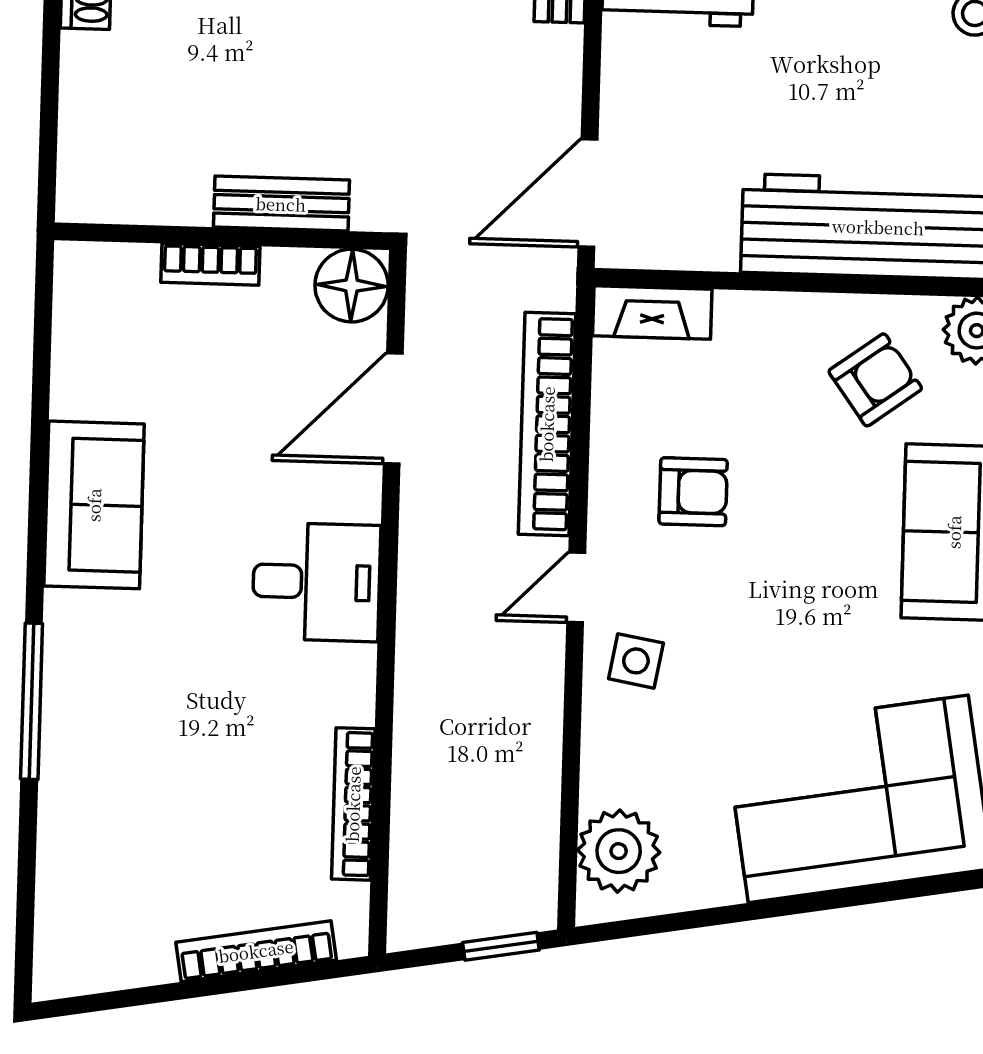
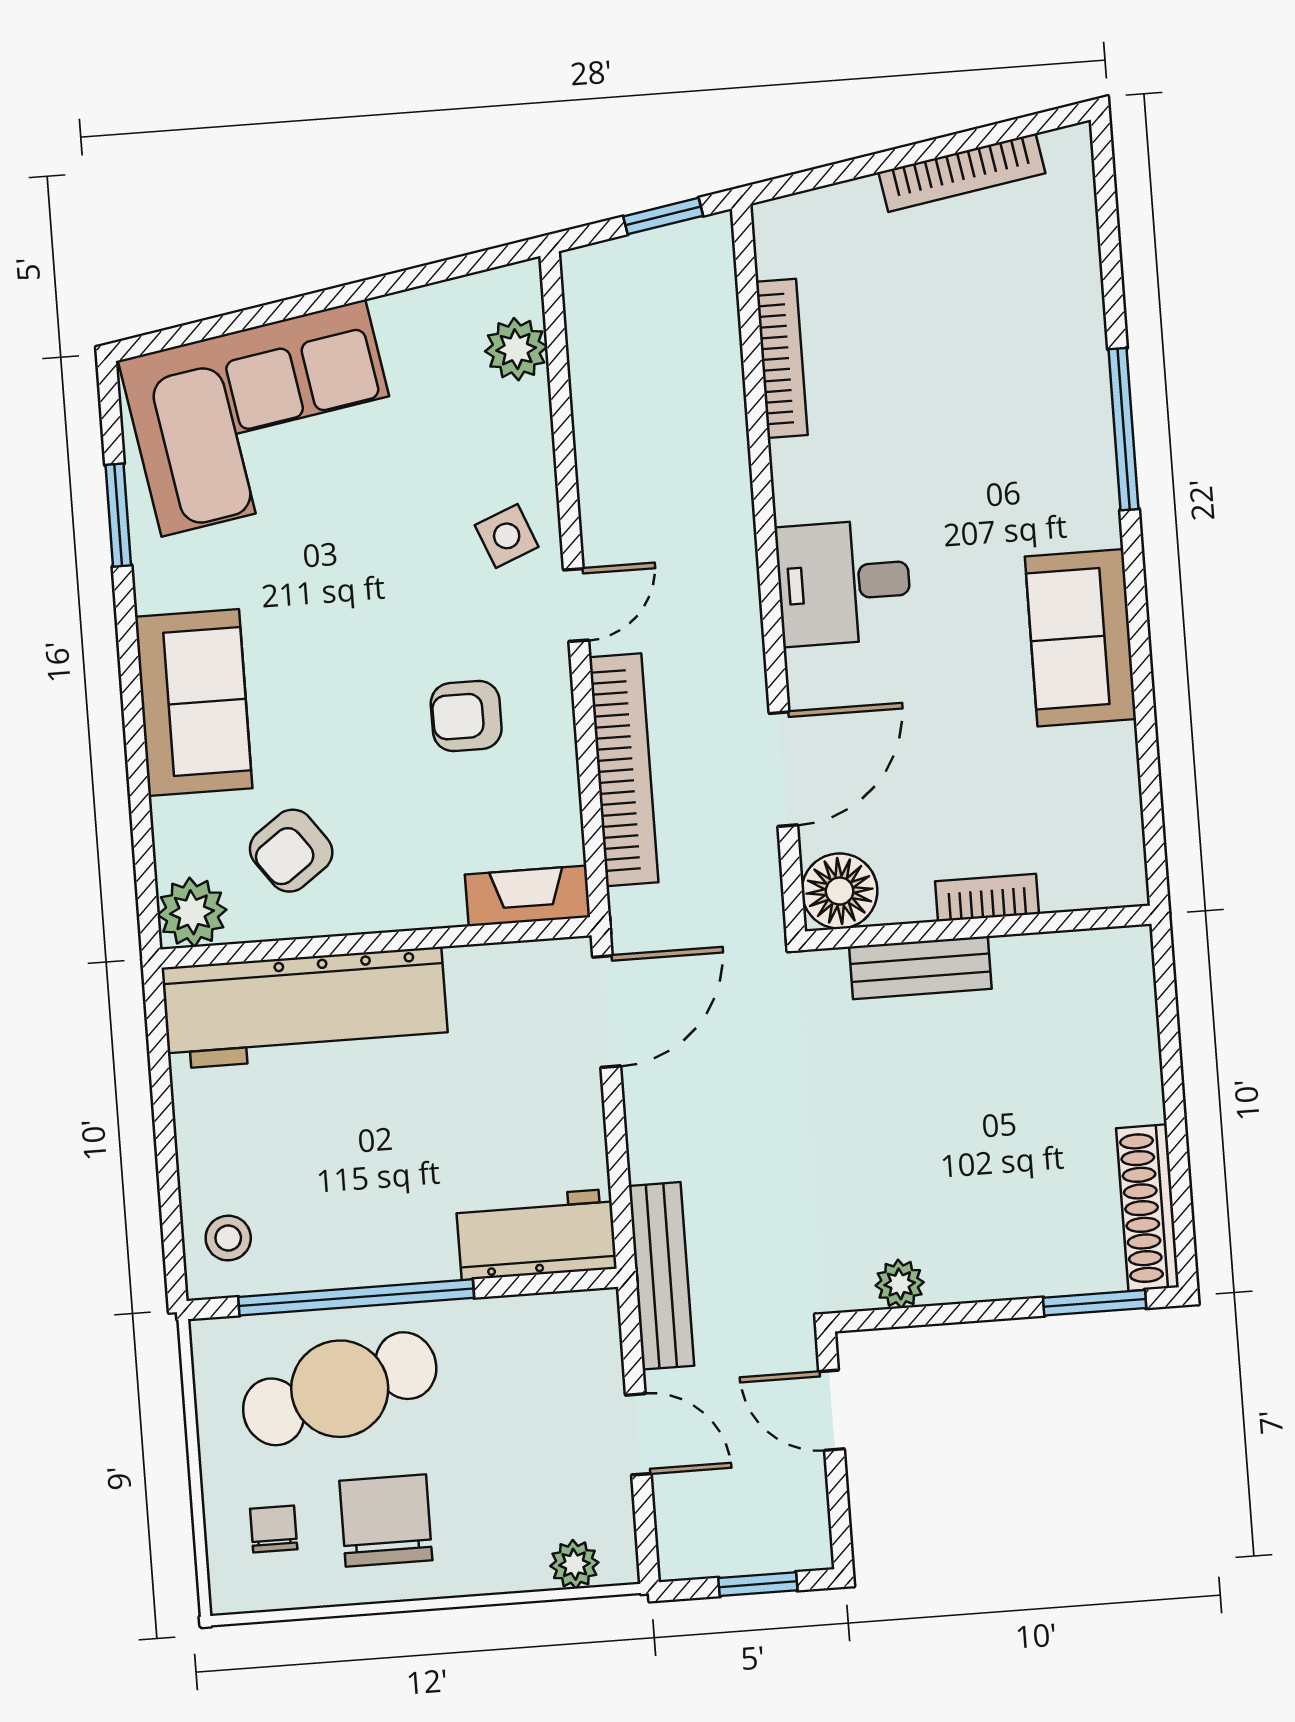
side table: (636, 661) -> (507, 536), turned -32
plant: (619, 851) -> (516, 349), width x0.73, depth x0.73
window: (501, 946) -> (663, 216), moved
bookcase: (256, 951) -> (962, 173), moved

